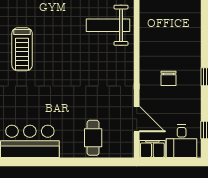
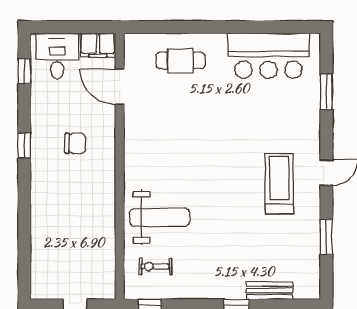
chair: (168, 78) -> (75, 143), turned 90
cafe table: (93, 138) -> (180, 61), turned 90

